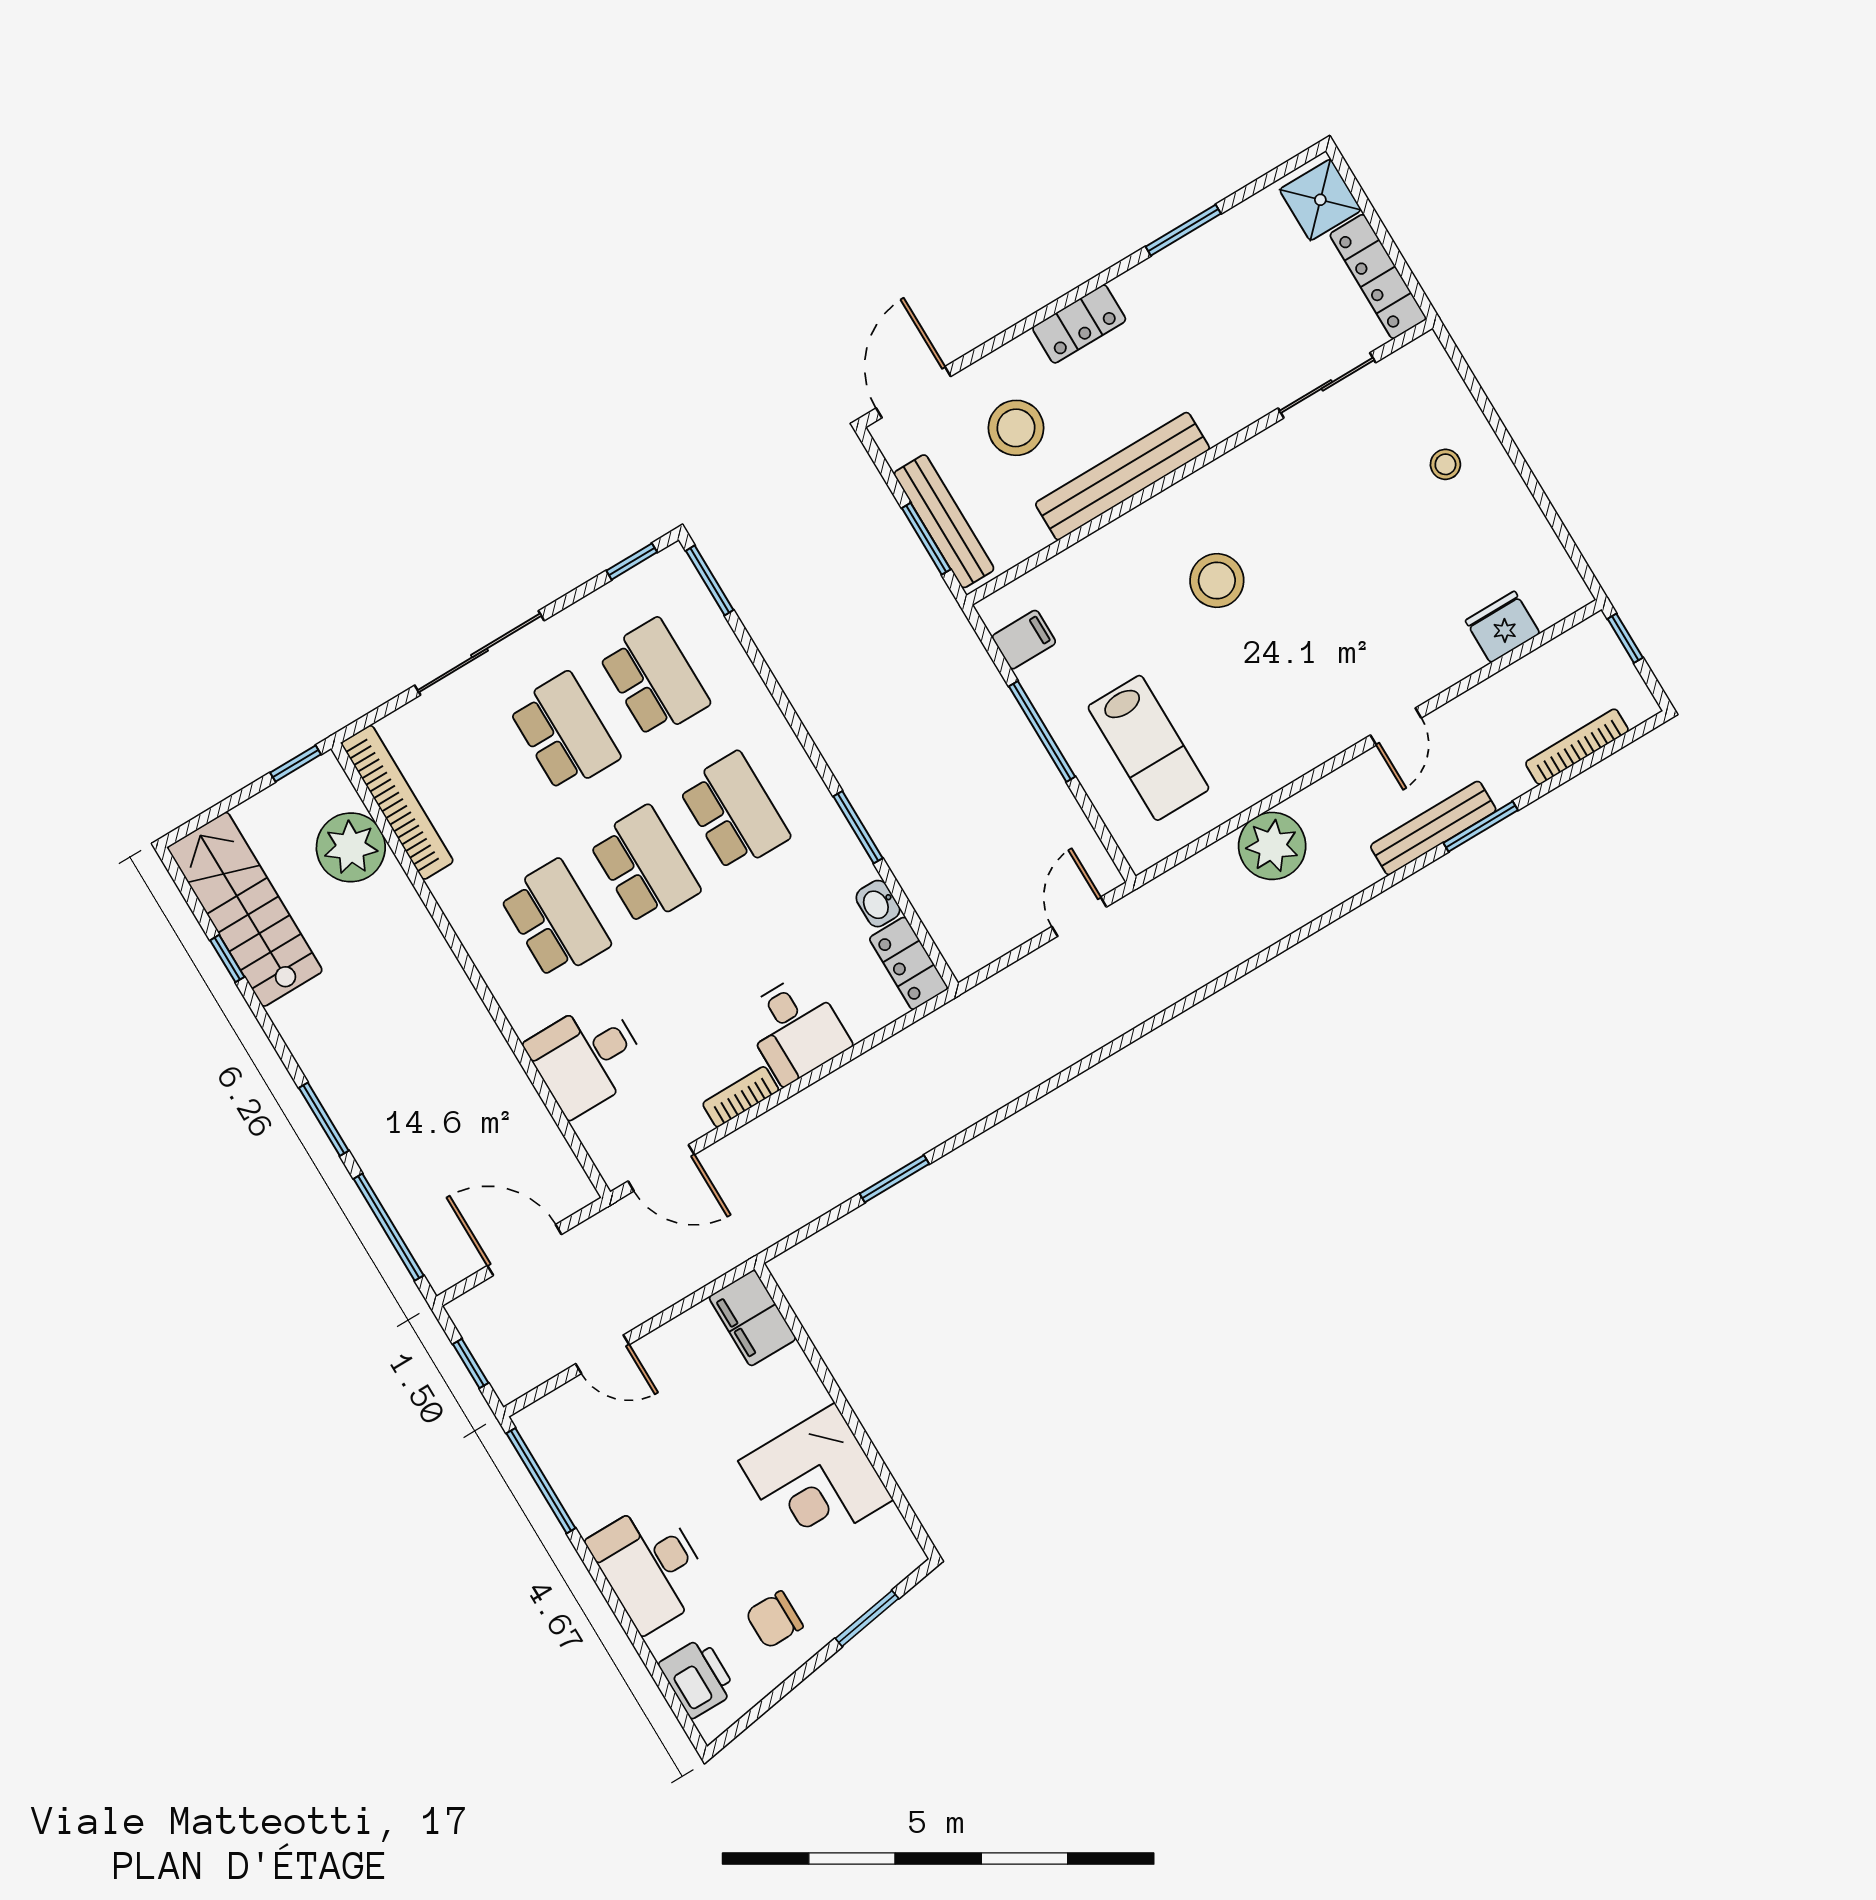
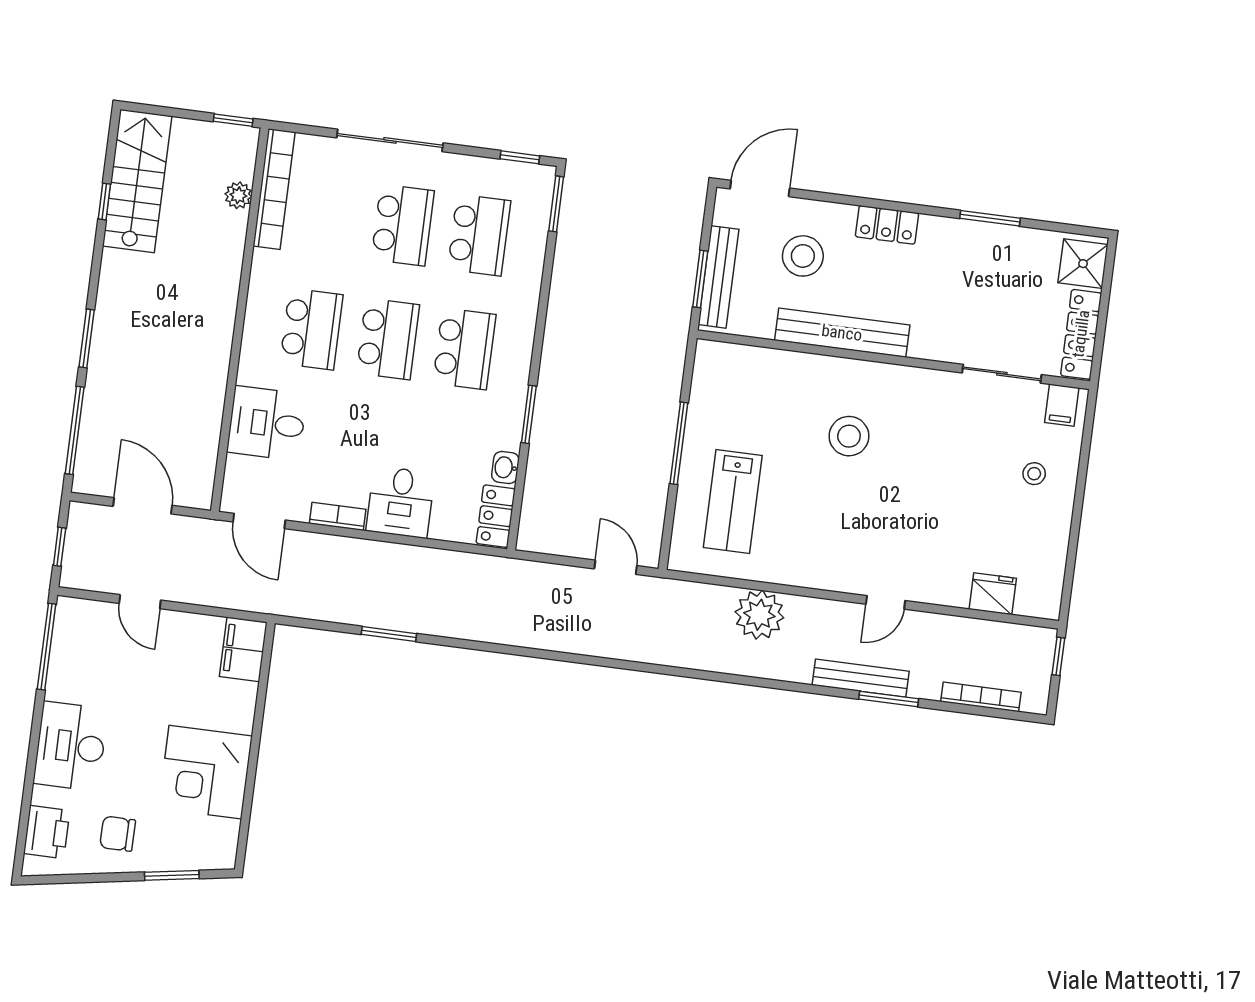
filing cabinet: (1024, 640) -> (1062, 405), moved, turned 90
plant: (351, 847) -> (238, 195), width x0.53, depth x0.53
door: (1079, 917) -> (616, 567), hinge flipped

